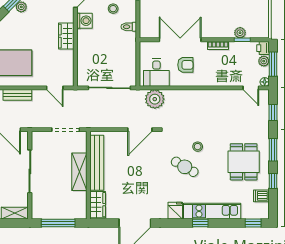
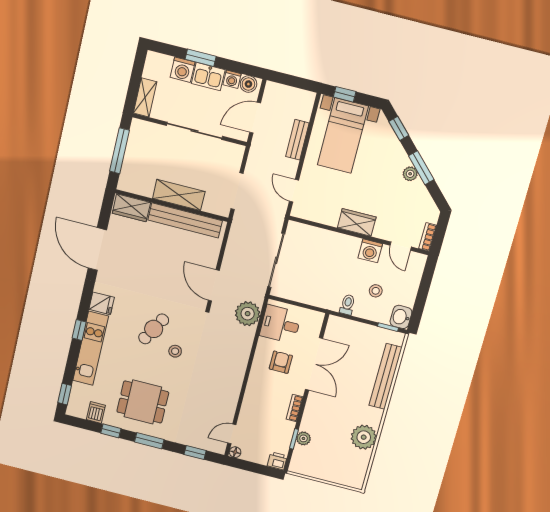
plant: (264, 61) -> (261, 458), removed
window: (273, 64) -> (254, 468), removed
armchair: (185, 65) -> (281, 362), turned 180
door: (55, 88) -> (294, 191), hinge flipped

